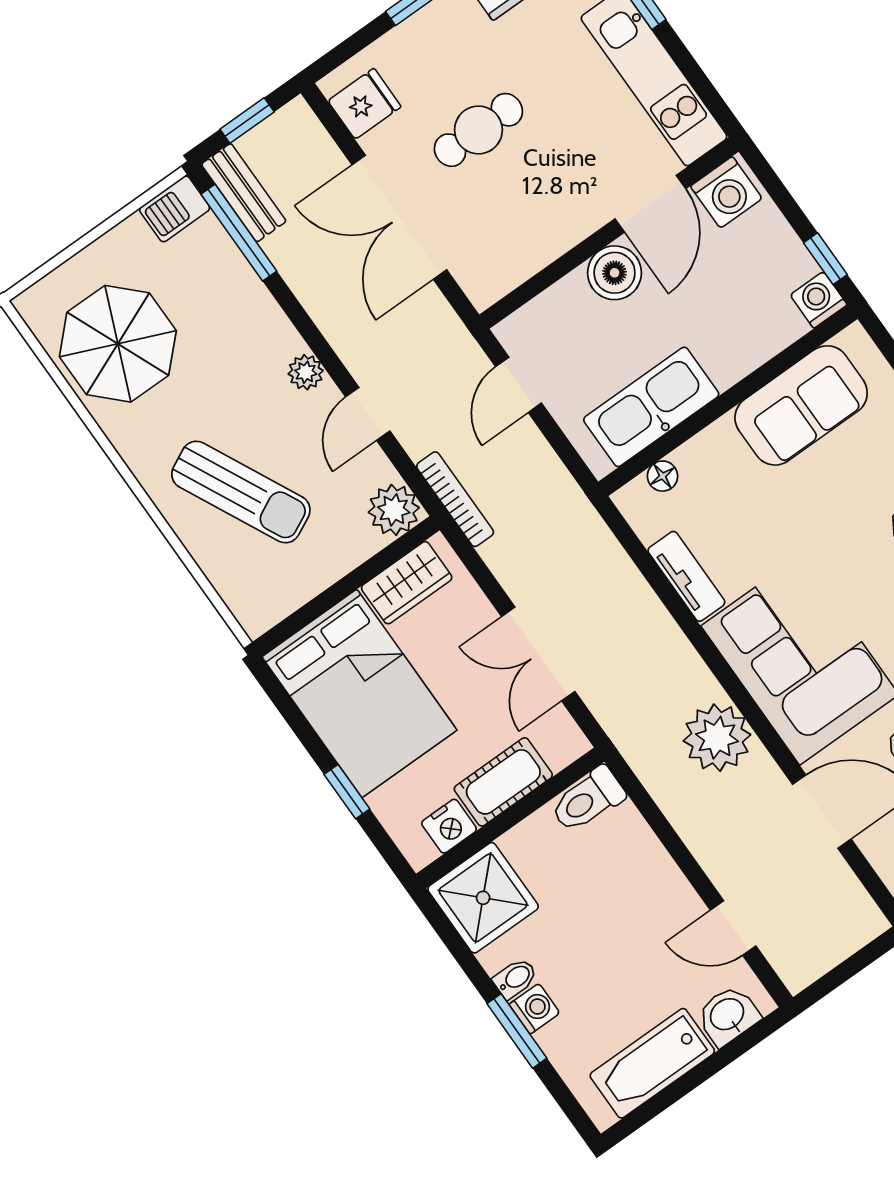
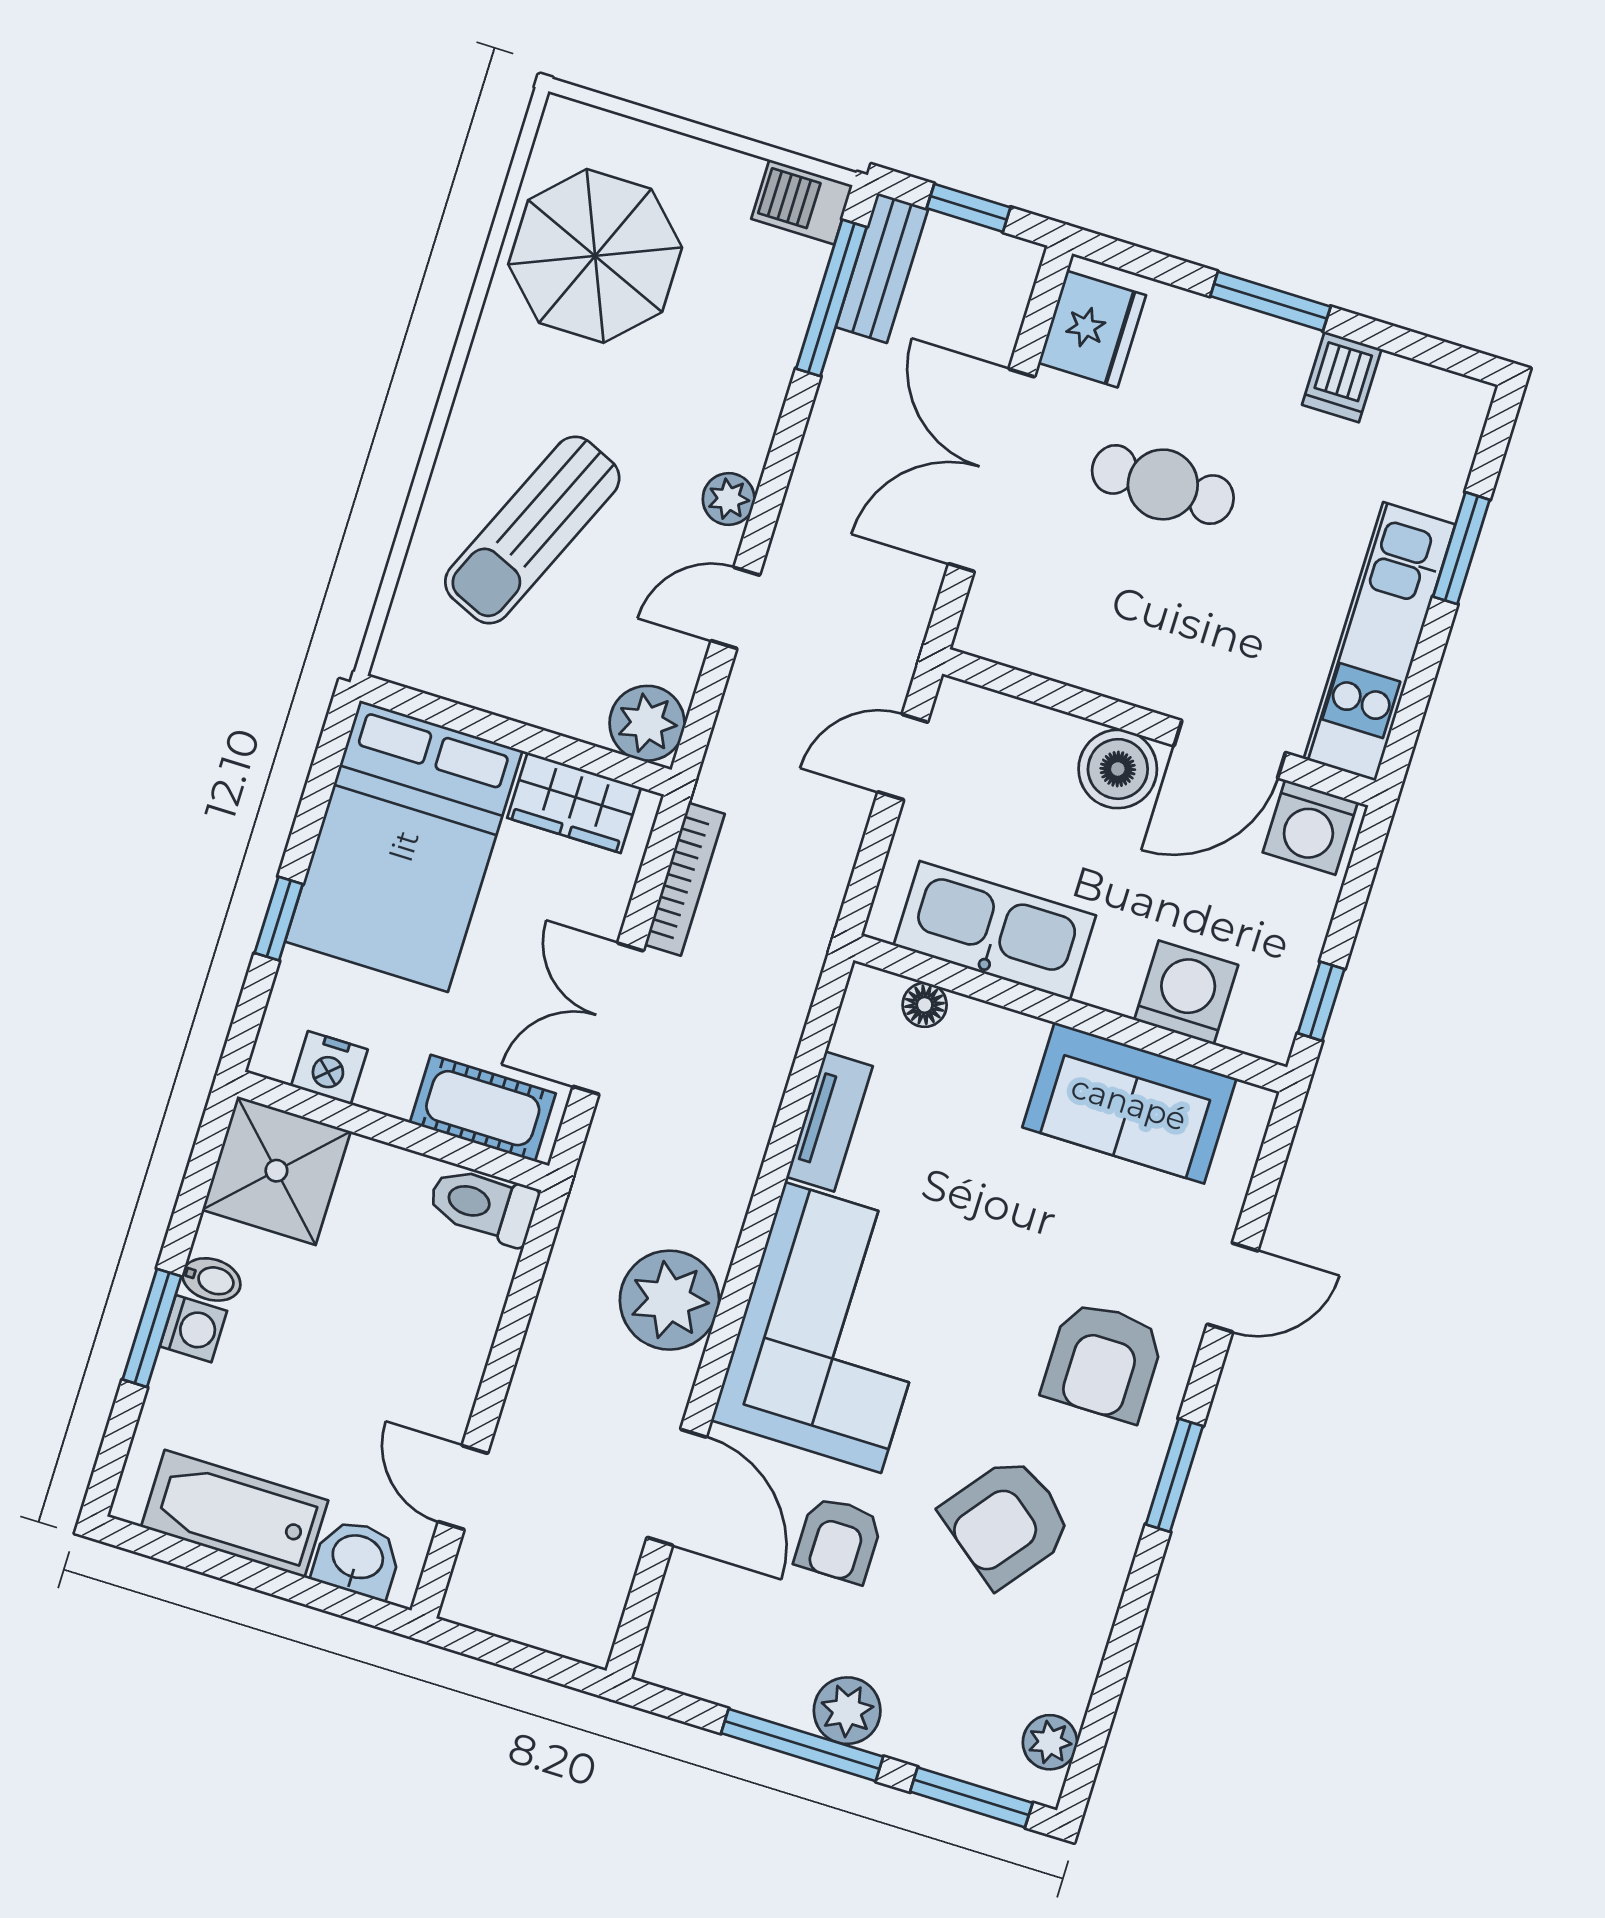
fridge: (364, 104) -> (1092, 329), width x1.38
washing machine: (819, 300) -> (1186, 992), moved, width x1.38, depth x1.38
sun lounger: (241, 492) -> (532, 530), turned 50
bookcase: (455, 499) -> (685, 879), moved
cot: (503, 782) -> (483, 1108), moved

